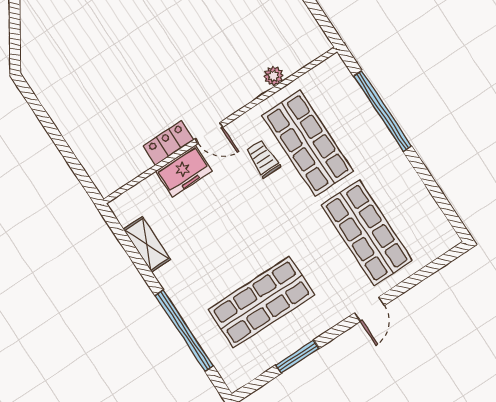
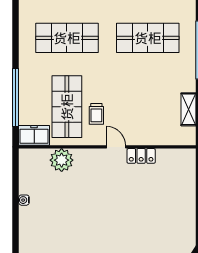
plant: (273, 76) -> (62, 160), width x1.88, depth x1.88
freezer: (184, 171) -> (34, 135), moved
shop shelf: (367, 233) -> (67, 38), turned 90

